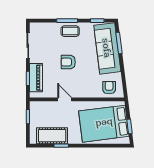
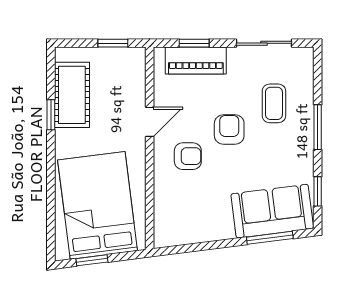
coffee table: (70, 31) -> (274, 103), moved
sofa: (107, 48) -> (272, 211), width x0.73
armchair: (109, 88) -> (188, 156), moved

